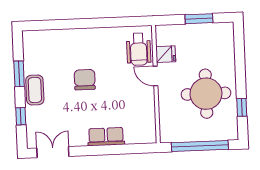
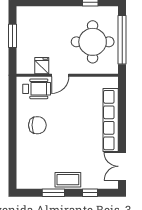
chair: (85, 80) -> (37, 125), moved, turned 180
round table: (206, 94) -> (93, 42), moved
row of seats: (106, 137) -> (111, 120), width x2.02

